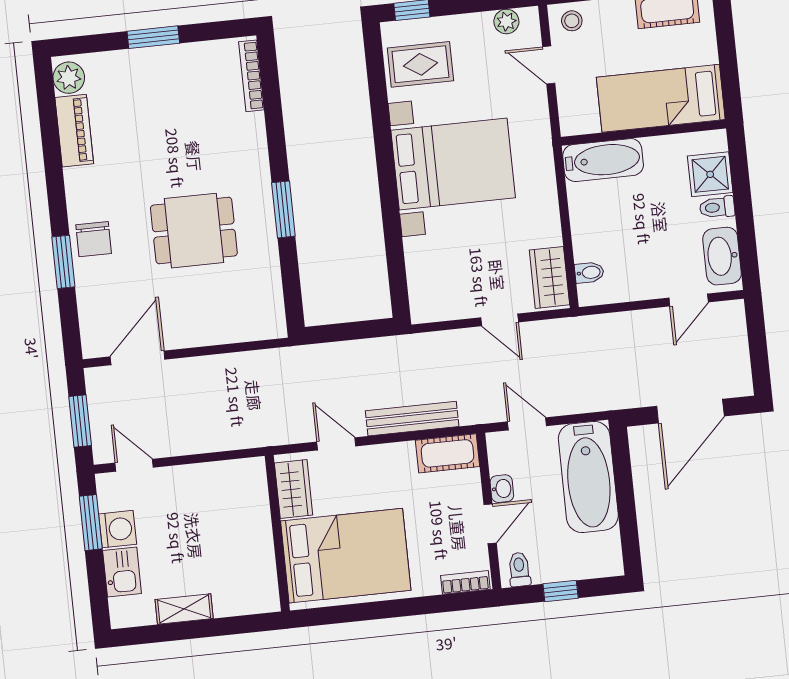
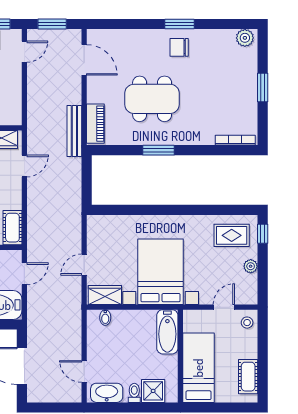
plant: (506, 21) -> (251, 266), moved
rug: (420, 64) -> (232, 235), turned 90
piano: (74, 131) -> (95, 124), moved, turned -90
bed with nightstands: (453, 164) -> (161, 272), moved, turned 180
dining table: (194, 231) -> (152, 99), width x1.38
chair: (94, 239) -> (179, 47), moved
window: (63, 262) -> (180, 24), moved
bench: (412, 419) -> (74, 131), moved

